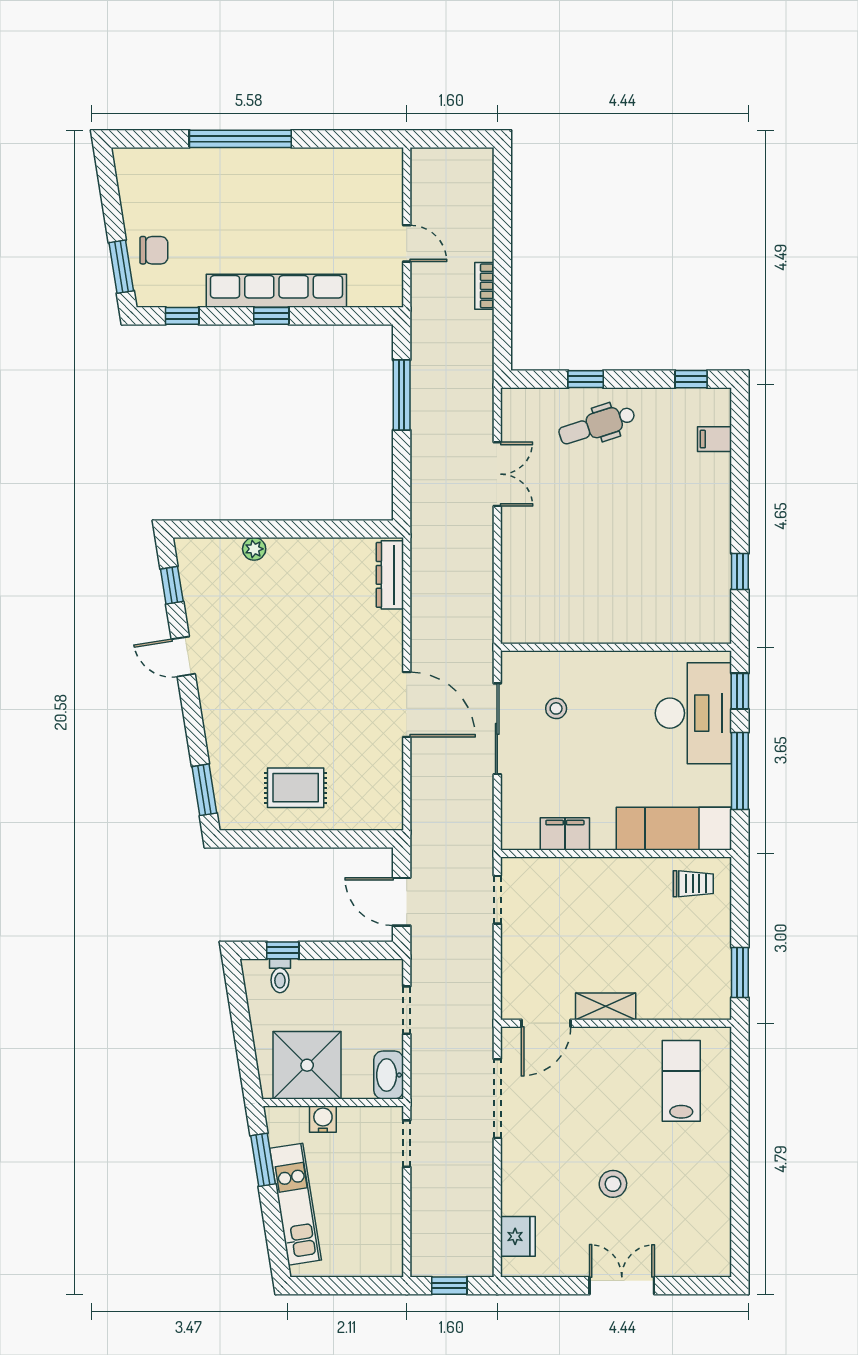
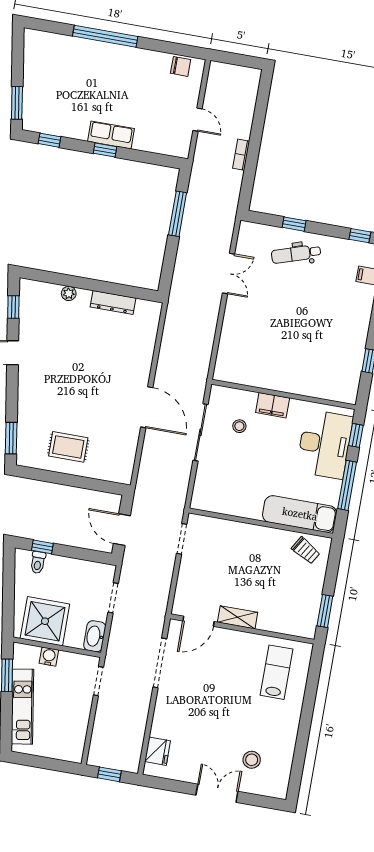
chair: (154, 250) -> (181, 66), moved
row of seats: (276, 291) -> (111, 135), width x0.50
dresser: (390, 575) -> (113, 303), moved, turned -90
filing cabinet: (565, 834) -> (273, 405), moved, turned 180
trolley: (693, 884) -> (306, 550), turned 31
stool: (613, 1184) -> (252, 760), moved

